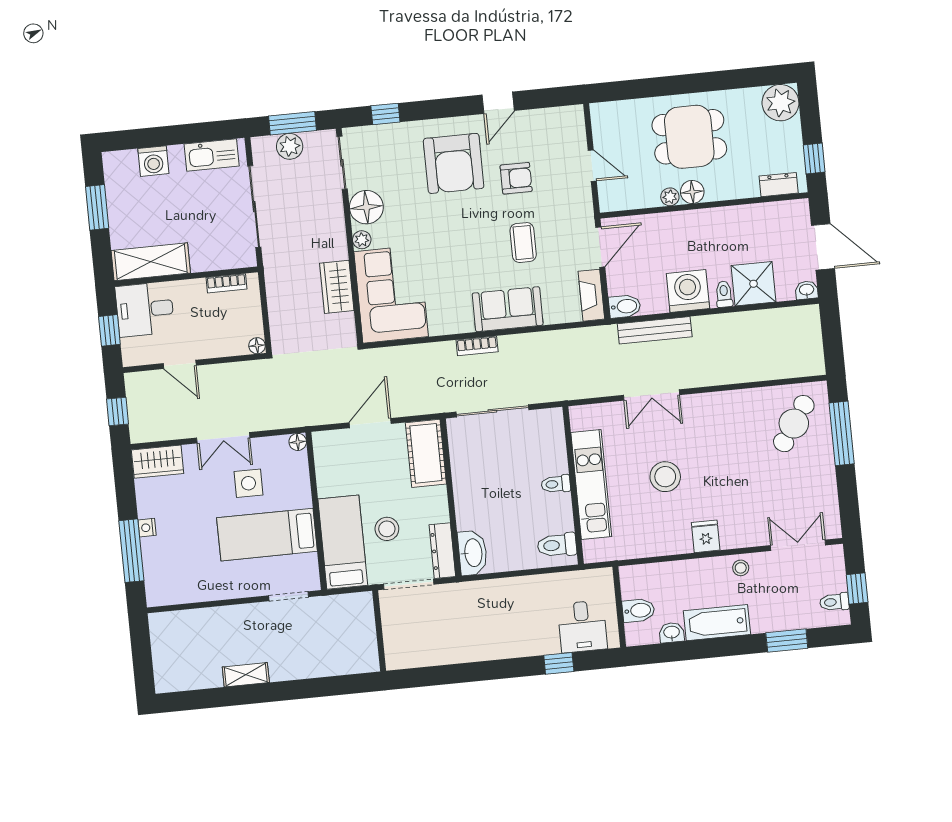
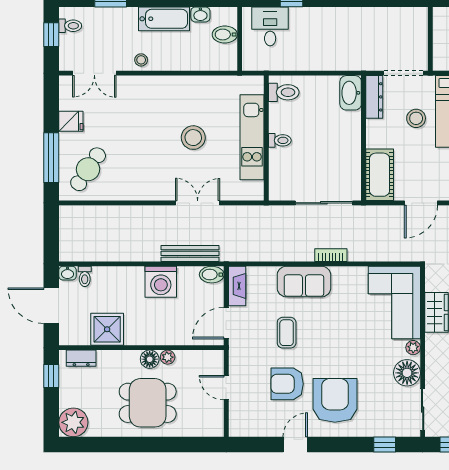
armchair: (516, 178) -> (287, 384), width x1.38, depth x1.38
shower: (753, 284) -> (107, 329), moved
toilet: (724, 294) -> (85, 276), moved
fridge: (706, 536) -> (71, 121), moved, turned -90

